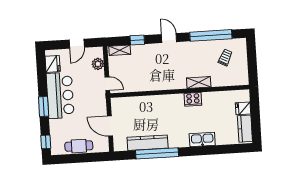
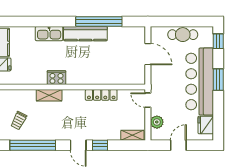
window: (137, 40) -> (100, 145), moved
locker: (151, 86) -> (101, 95), added
bar counter: (60, 95) -> (200, 82), width x1.36
kitchen counter: (148, 143) -> (85, 34), moved

